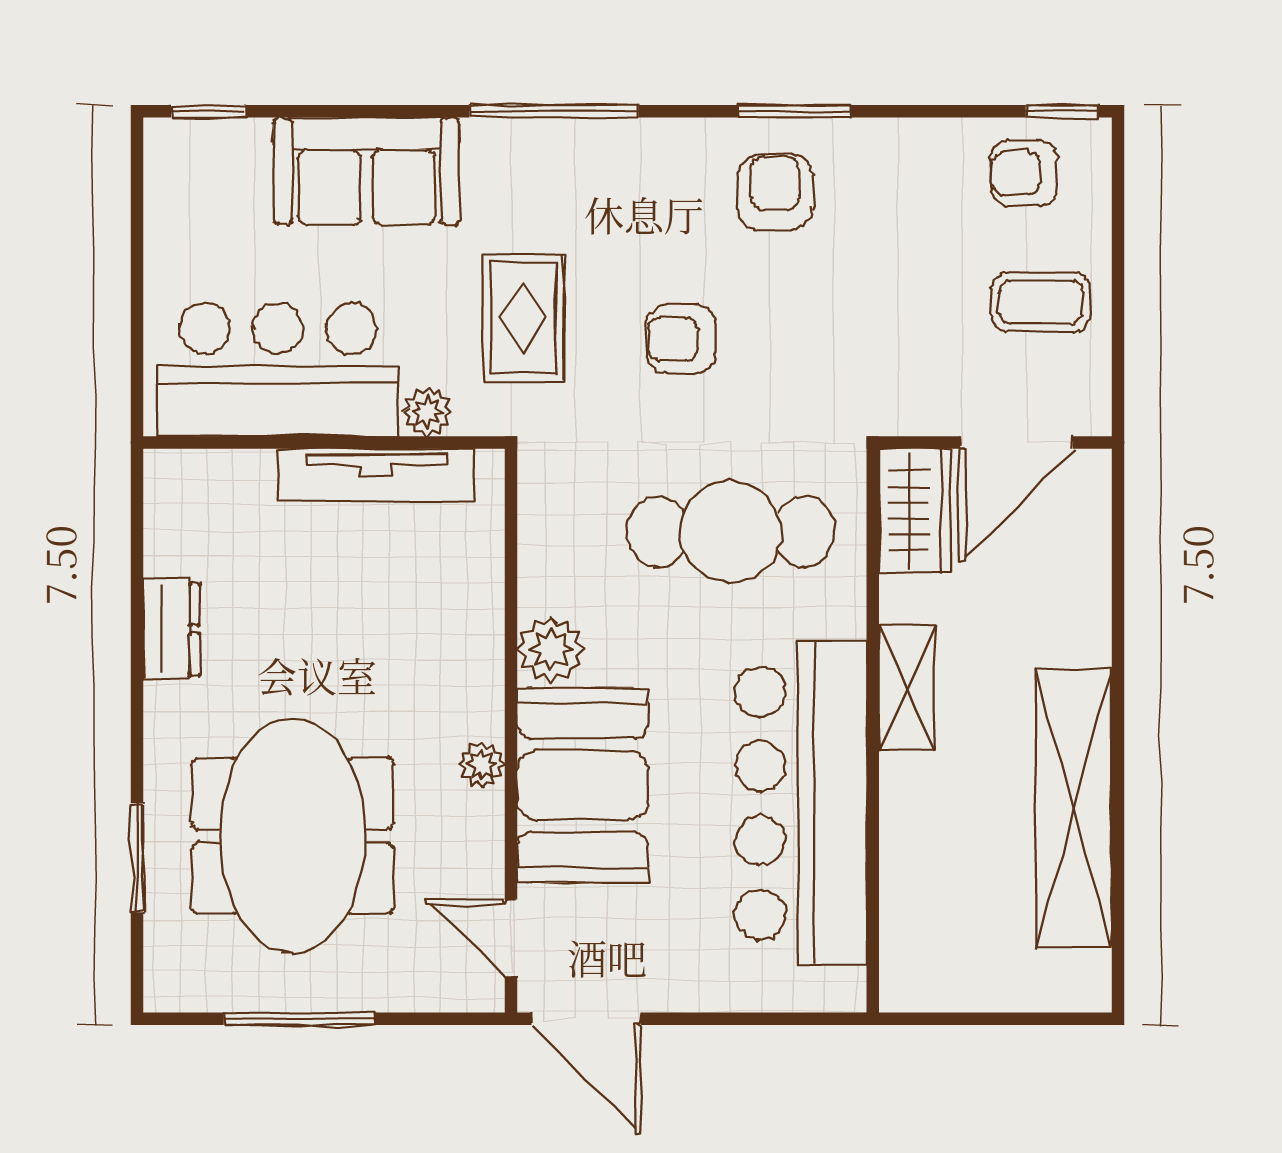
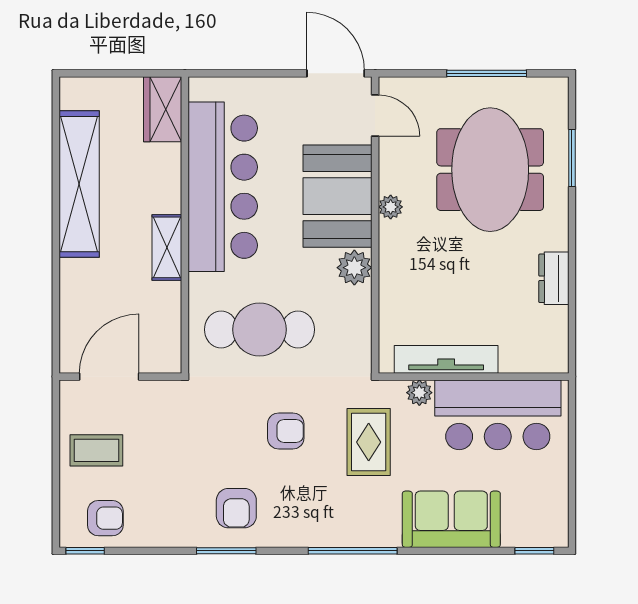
wardrobe: (915, 511) -> (163, 109), moved

